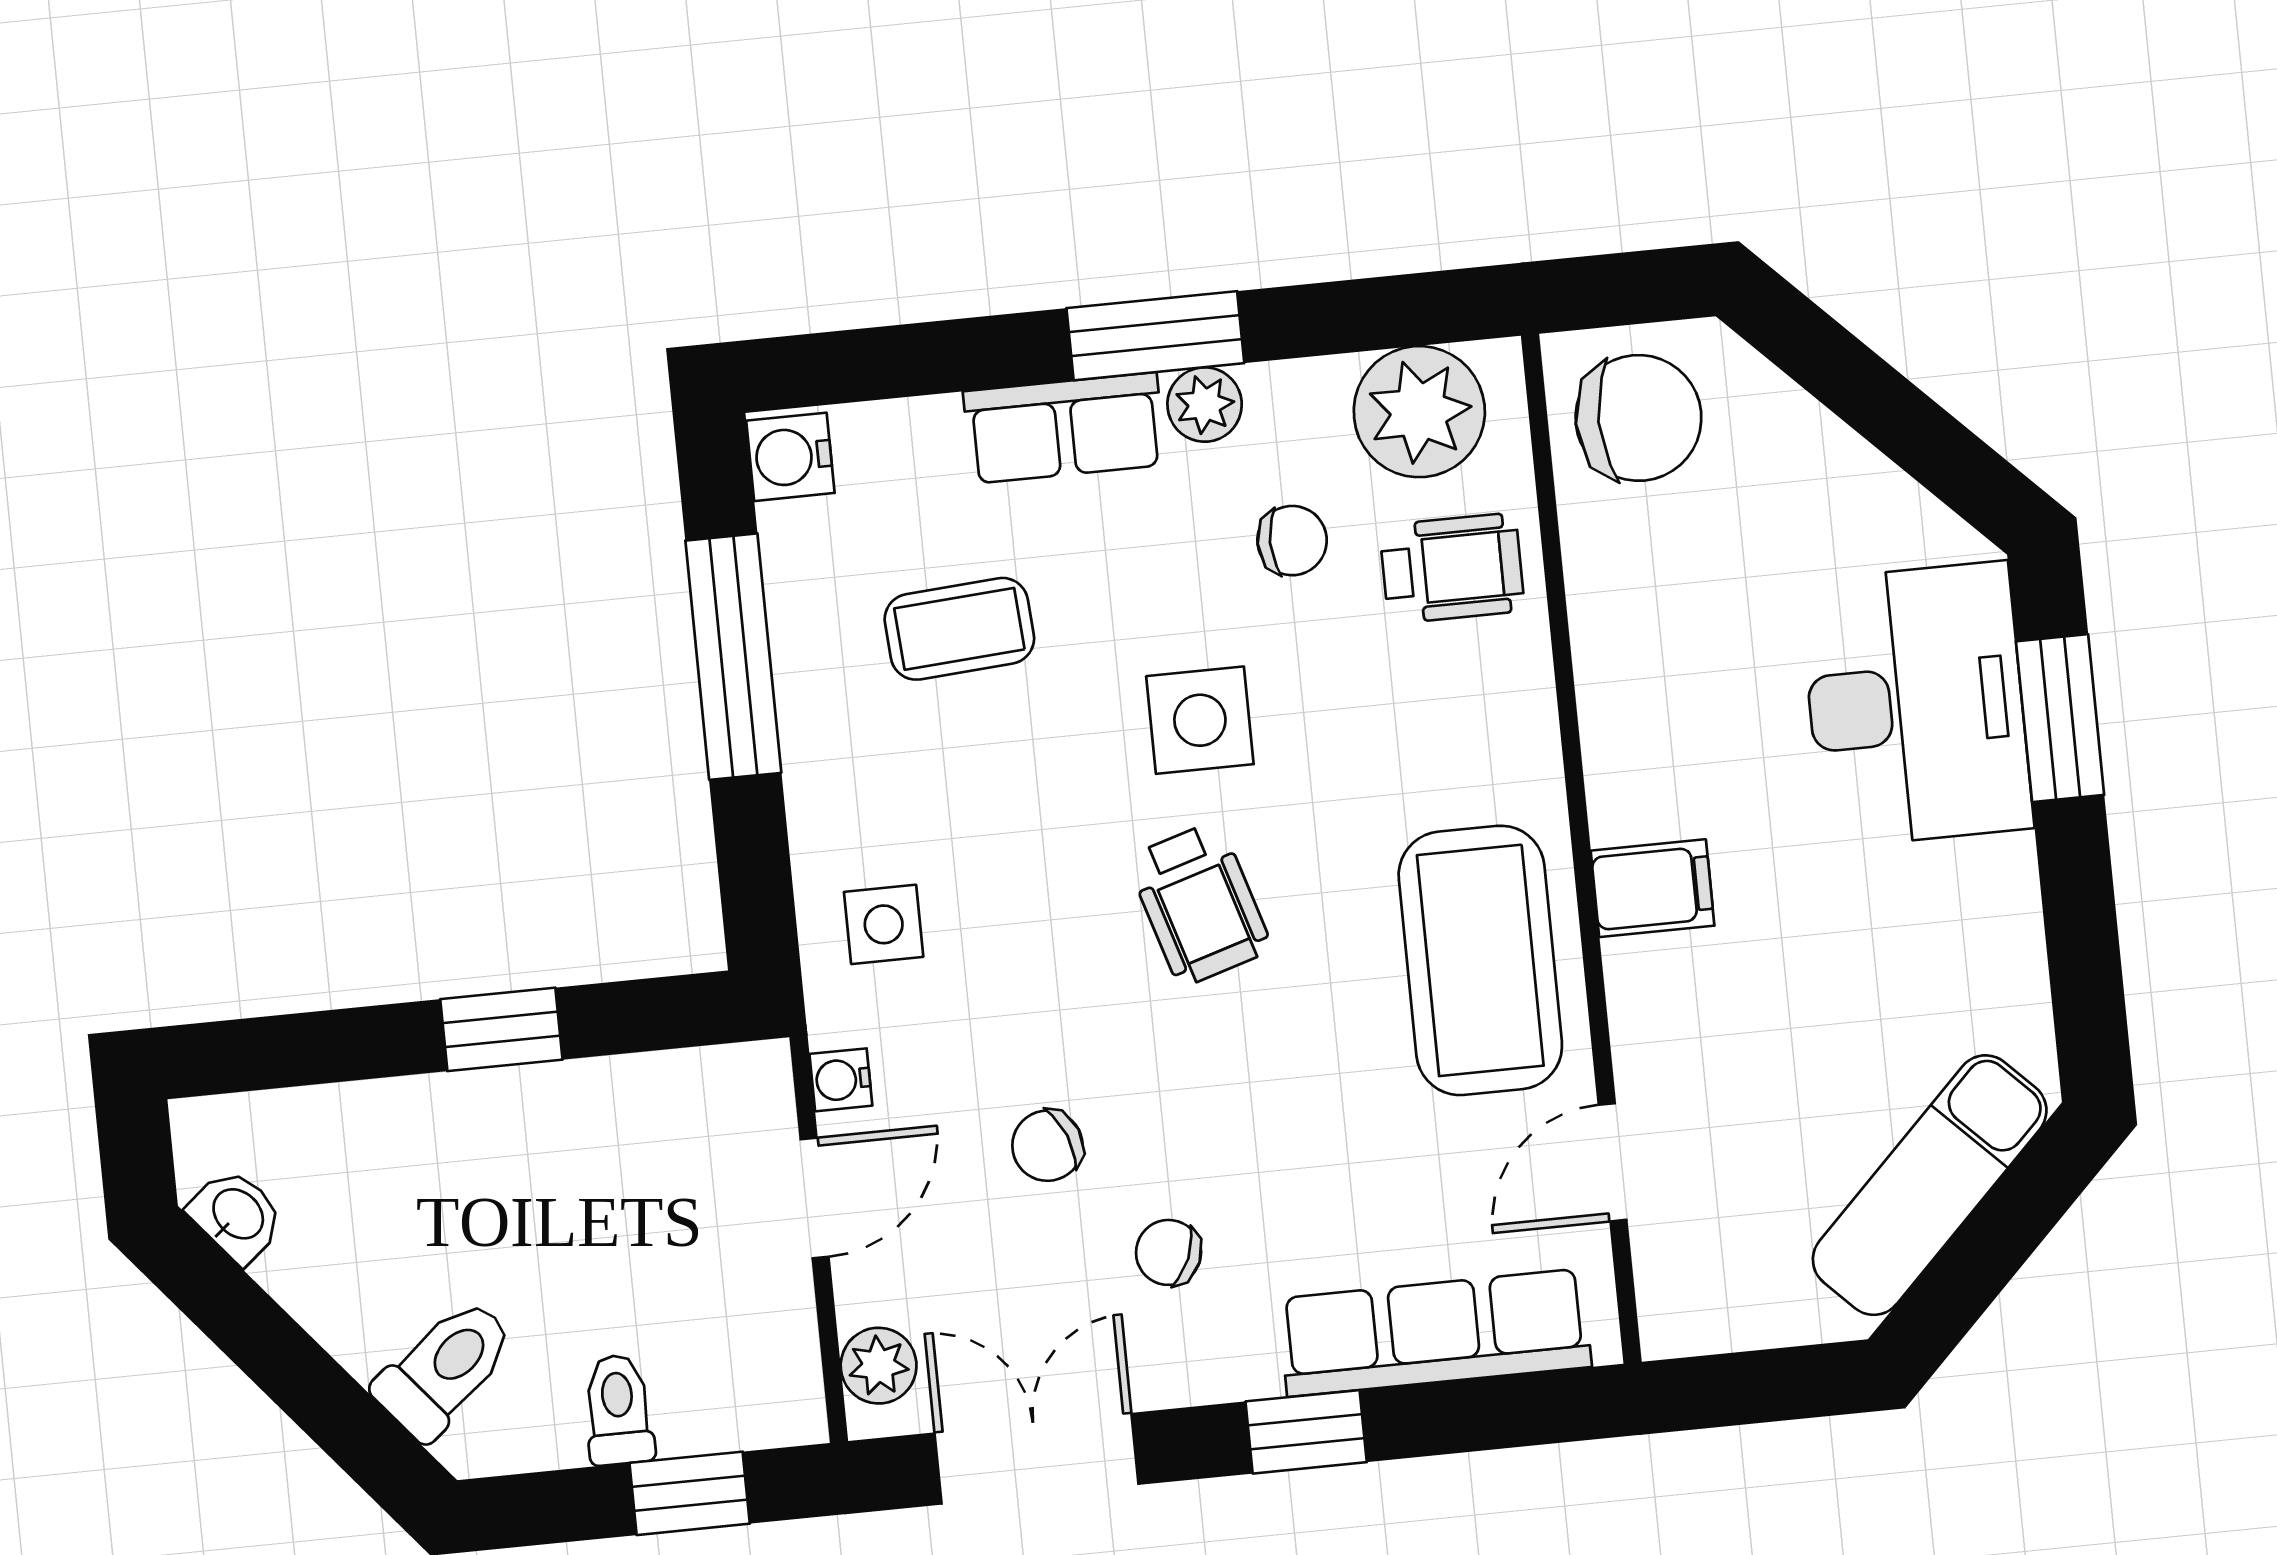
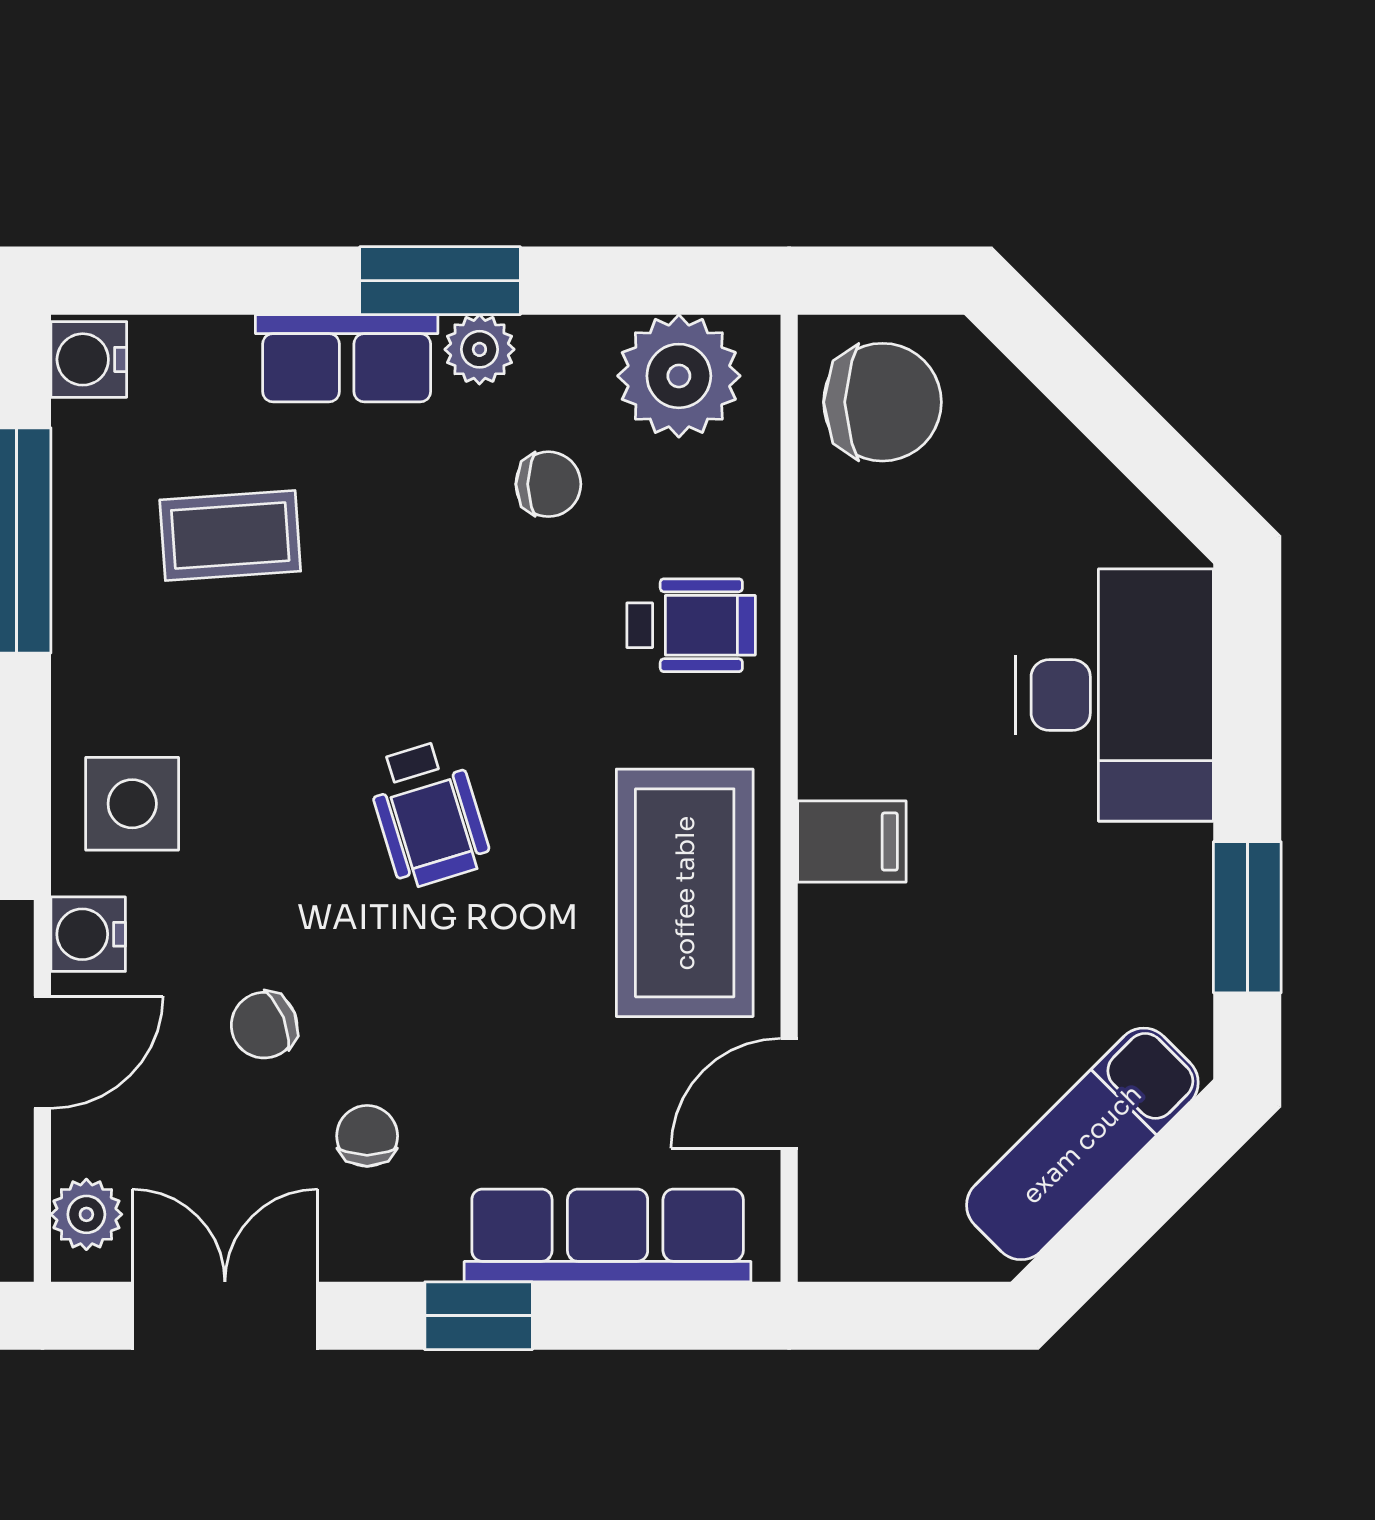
wheelchair: (1452, 568) -> (691, 625), moved
window: (2060, 718) -> (1247, 917), moved
side table: (1200, 720) -> (446, 643), removed
side table: (884, 924) -> (132, 804), width x1.37, depth x1.37
water cooler: (841, 1080) -> (88, 934), width x1.38, depth x1.38
chair: (1169, 1252) -> (367, 1136), turned 67

